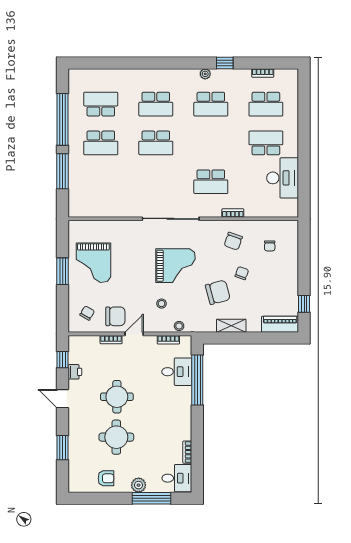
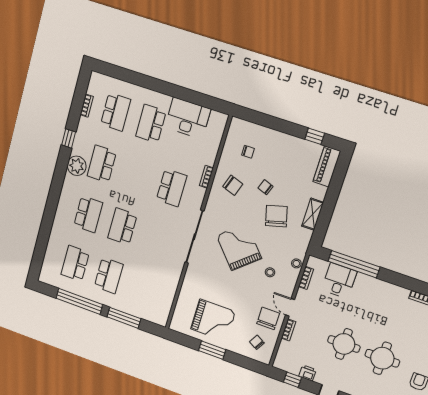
plant: (205, 74) -> (77, 166), width x1.88, depth x1.88
school desk: (211, 104) -> (102, 164), turned 180
school desk: (156, 143) -> (122, 226), turned 180
grand piano: (176, 266) -> (239, 247), turned -41

